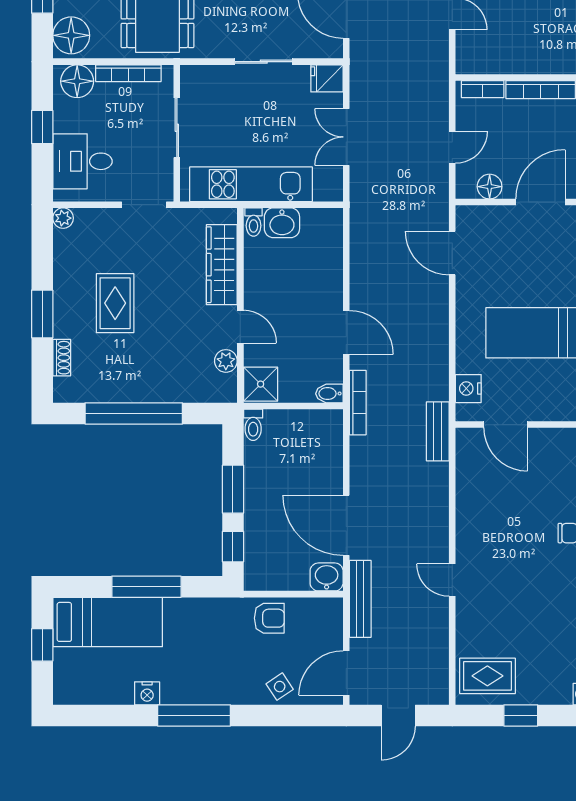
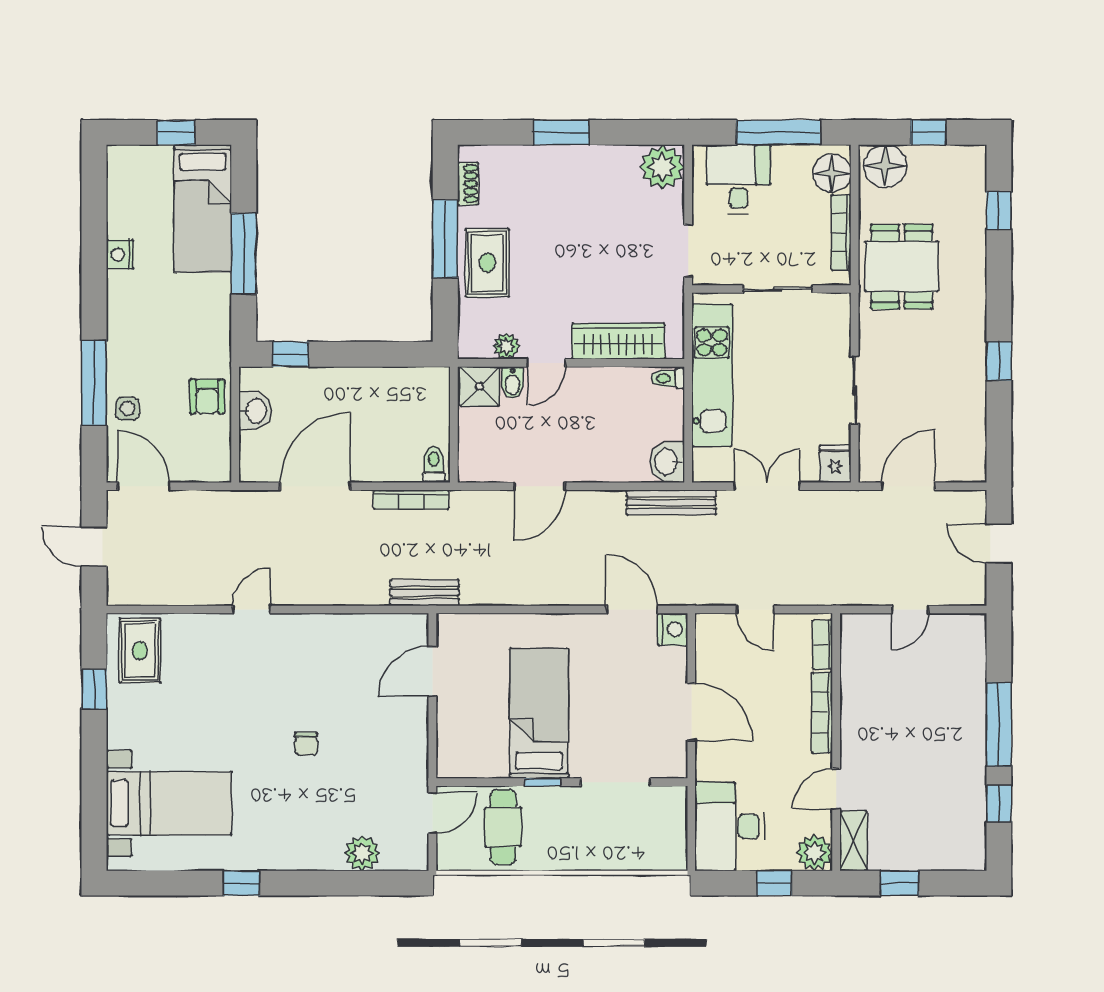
window: (42, 127) -> (779, 132), width x2.17
floor lamp: (490, 187) -> (709, 653), removed
plant: (63, 218) -> (662, 167), width x1.88, depth x1.88
washbasin: (282, 223) -> (667, 462), moved
door: (452, 253) -> (632, 609), hinge flipped
rug: (115, 303) -> (487, 263), moved, turned 90
shoe rack: (62, 358) -> (468, 184), moved, turned -90
nightstand: (468, 389) -> (673, 629), moved, turned 90
bidet: (329, 394) -> (513, 383), moved, turned 180
bookcase: (358, 403) -> (411, 500), moved
window: (134, 413) -> (445, 239), width x0.68
toilet: (253, 425) -> (434, 464), moved, turned 90
window: (233, 489) -> (357, 354), removed
washbasin: (327, 577) -> (255, 411), moved
bench: (360, 599) -> (671, 502), moved
side table: (280, 687) -> (128, 409), turned 34
window: (194, 715) -> (94, 383), moved

